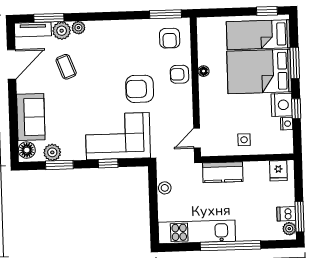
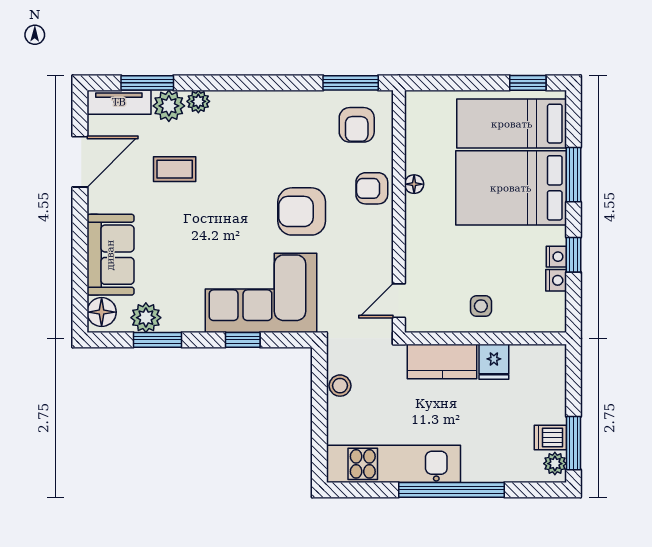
coffee table: (66, 67) -> (175, 169), turned -69
nightstand: (282, 105) -> (556, 257), width x0.53, depth x0.56
fridge: (278, 171) -> (494, 362), moved

